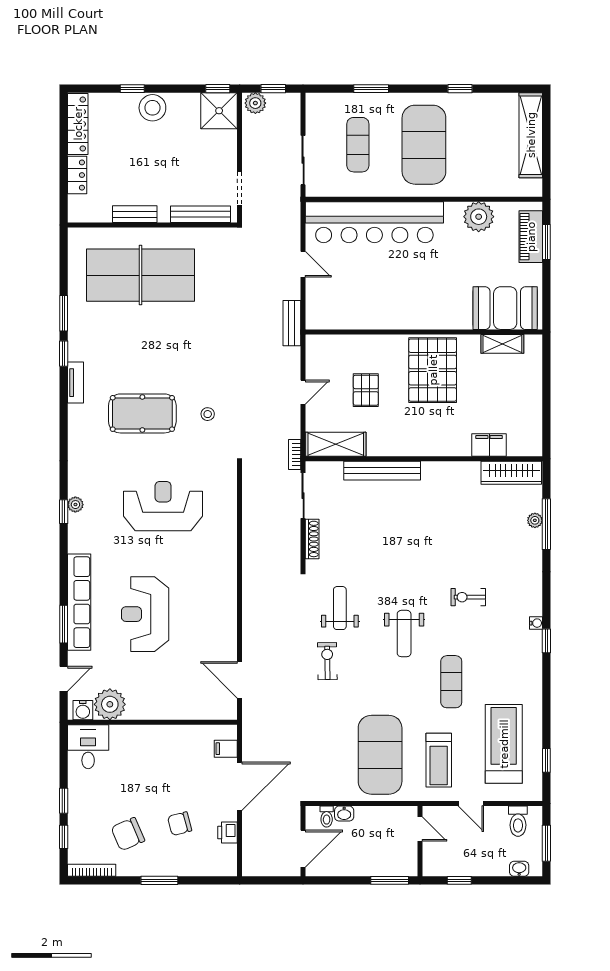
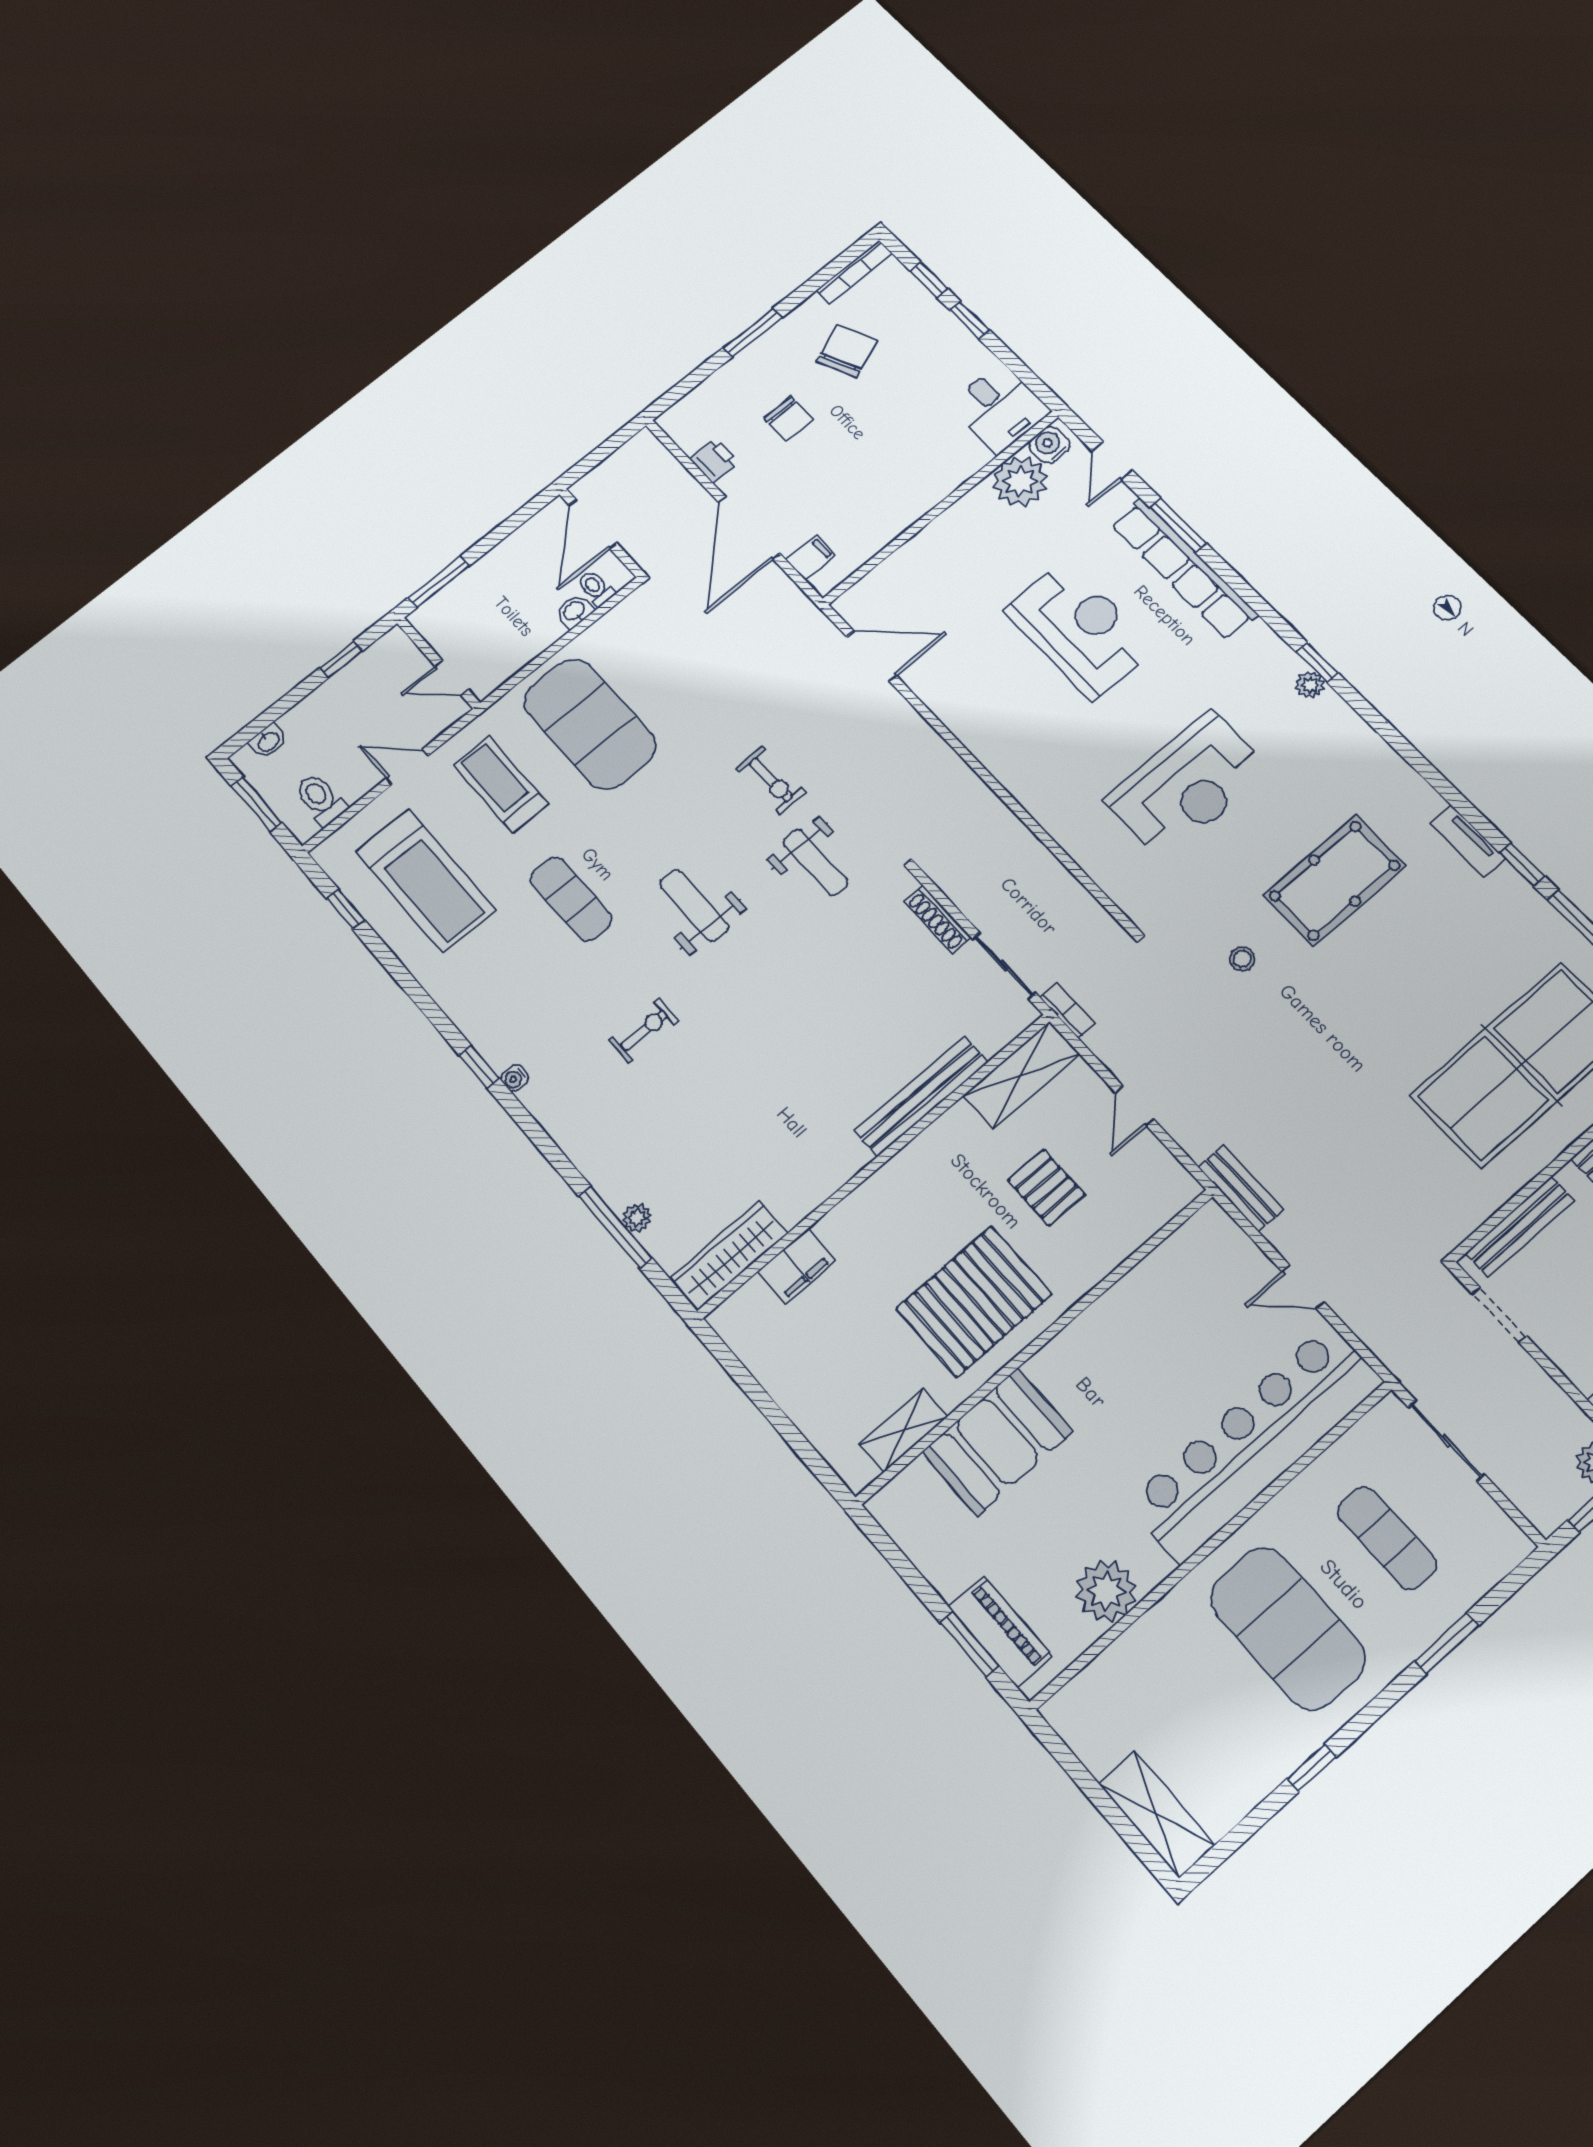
shelving: (531, 135) -> (1157, 1814), width x0.68
booth: (505, 308) -> (997, 1442), moved
pallet: (433, 370) -> (974, 1301), turned 90
chair: (180, 824) -> (789, 419), turned 105

